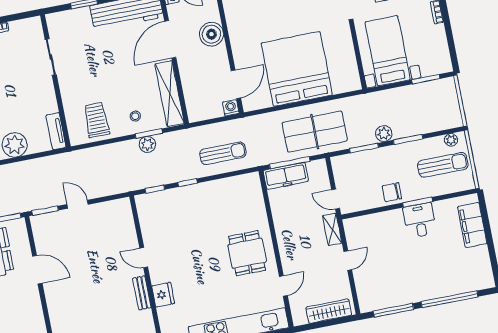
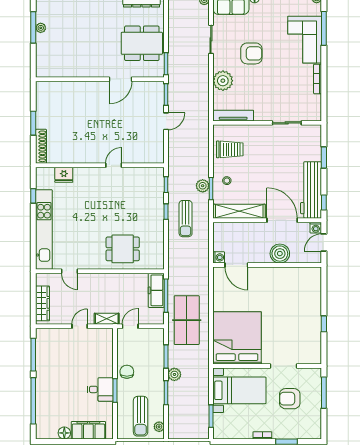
bed: (297, 69) -> (237, 338), moved, turned -90
tv unit: (56, 131) -> (233, 116), width x1.41
sun lounger: (223, 153) -> (186, 219), moved
dining table: (247, 253) -> (123, 249), moved
floor lamp: (481, 254) -> (64, 433), added
door: (348, 261) -> (80, 326), swing flipped
bench: (142, 293) -> (86, 158), removed
fridge: (163, 295) -> (64, 175), moved

